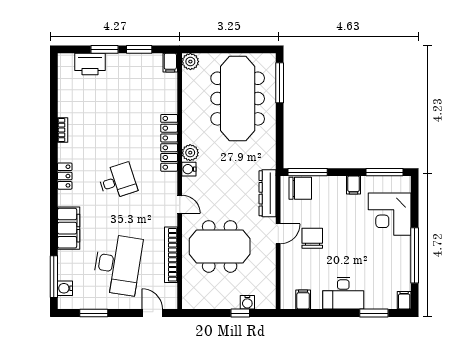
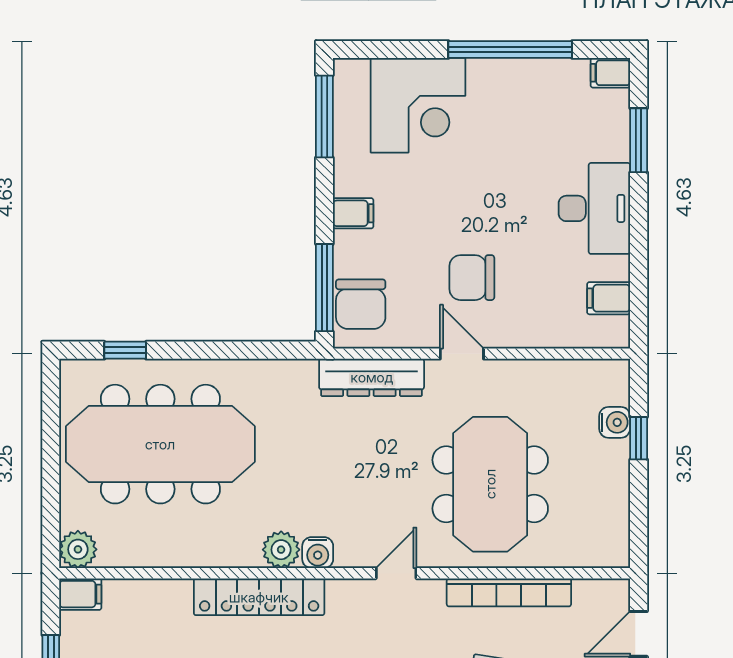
window: (280, 83) -> (125, 350), width x0.46
filing cabinet: (353, 185) -> (353, 213), moved
chair: (300, 188) -> (361, 304), turned 180

